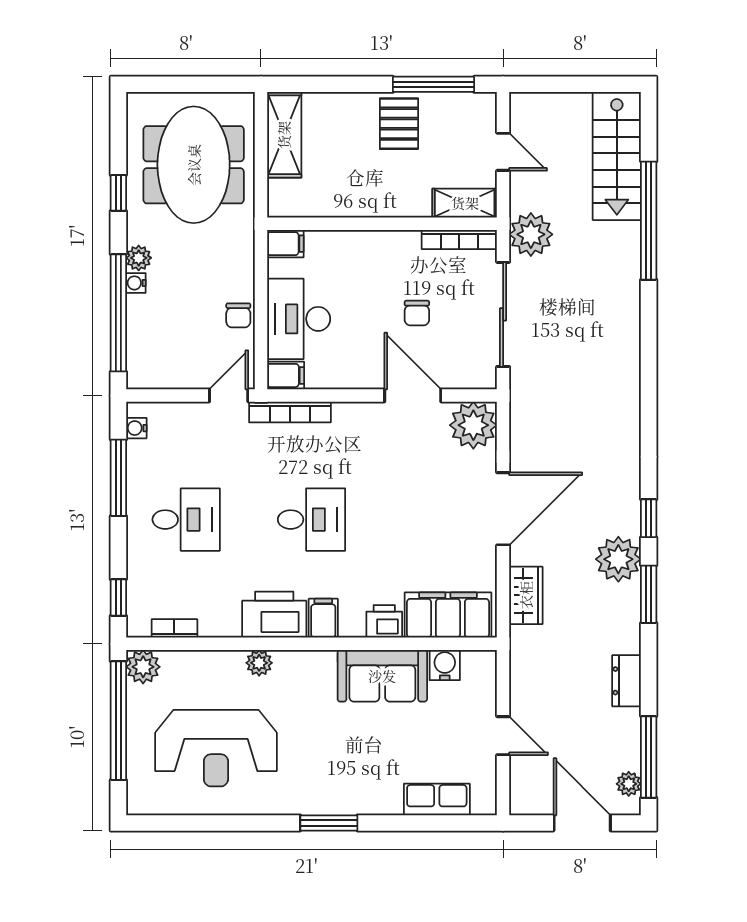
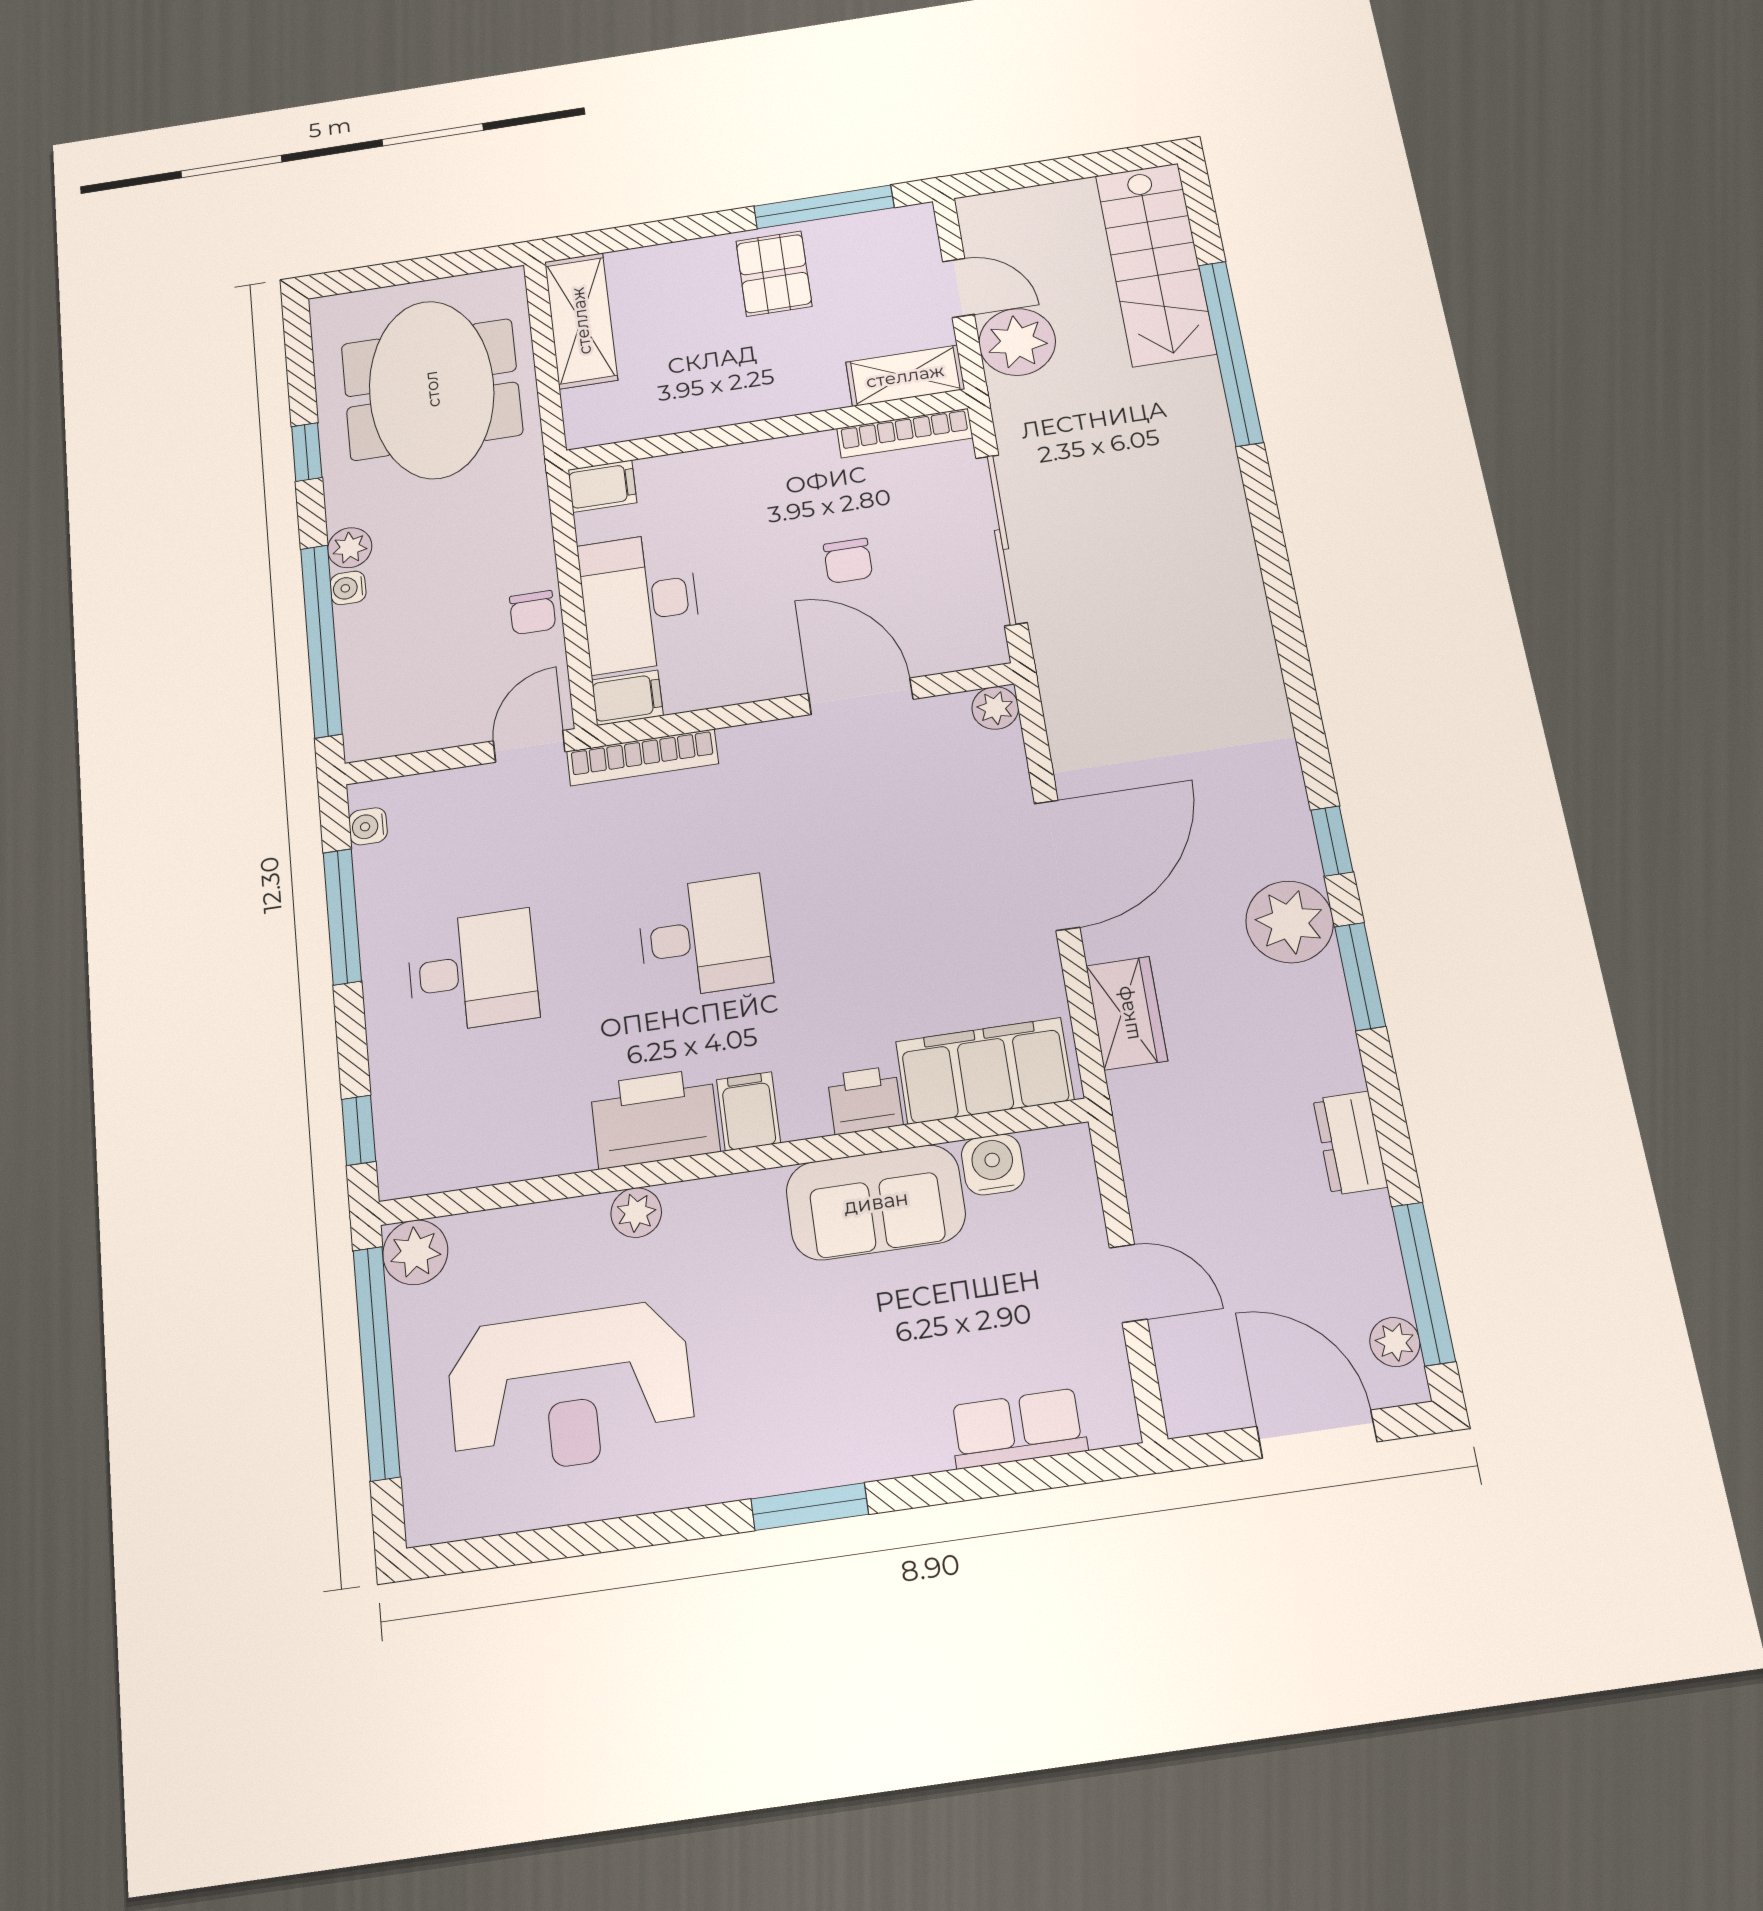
plant: (531, 234) -> (1017, 342), moved
plant: (473, 425) -> (995, 708), width x0.53, depth x0.53
bookcase: (174, 628) -> (469, 1172), removed

